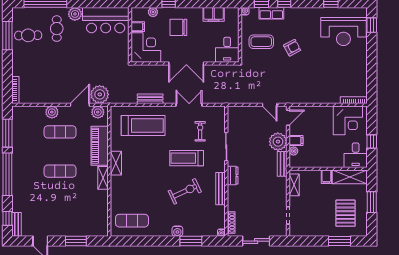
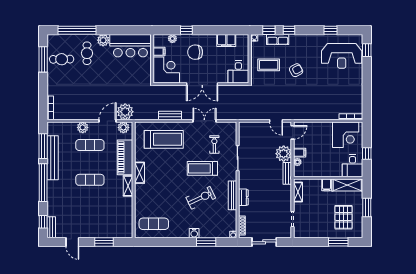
bench: (18, 146) -> (53, 158), added
dresser: (233, 176) -> (243, 197), moved

